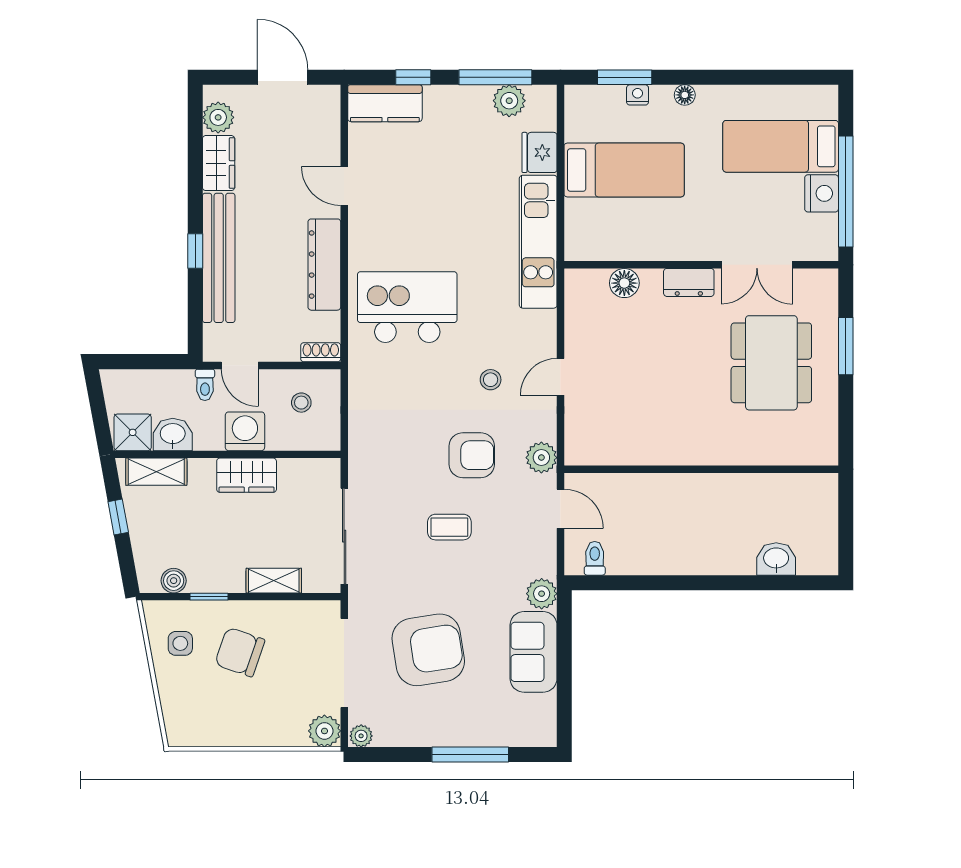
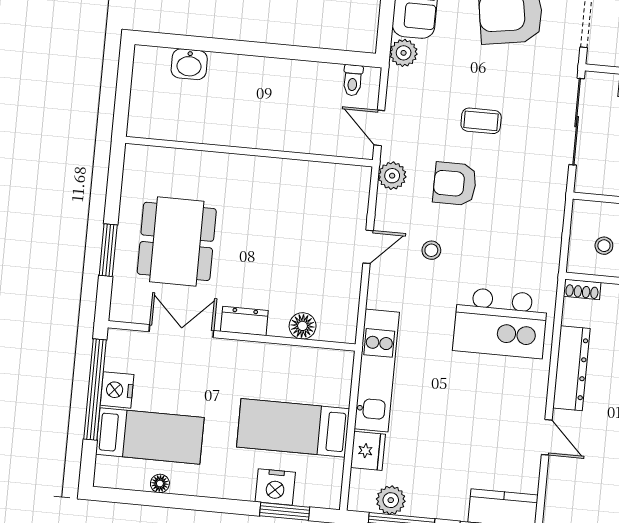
nightstand: (638, 95) -> (275, 487), width x1.89, depth x1.79
floor lamp: (685, 95) -> (160, 484), moved

